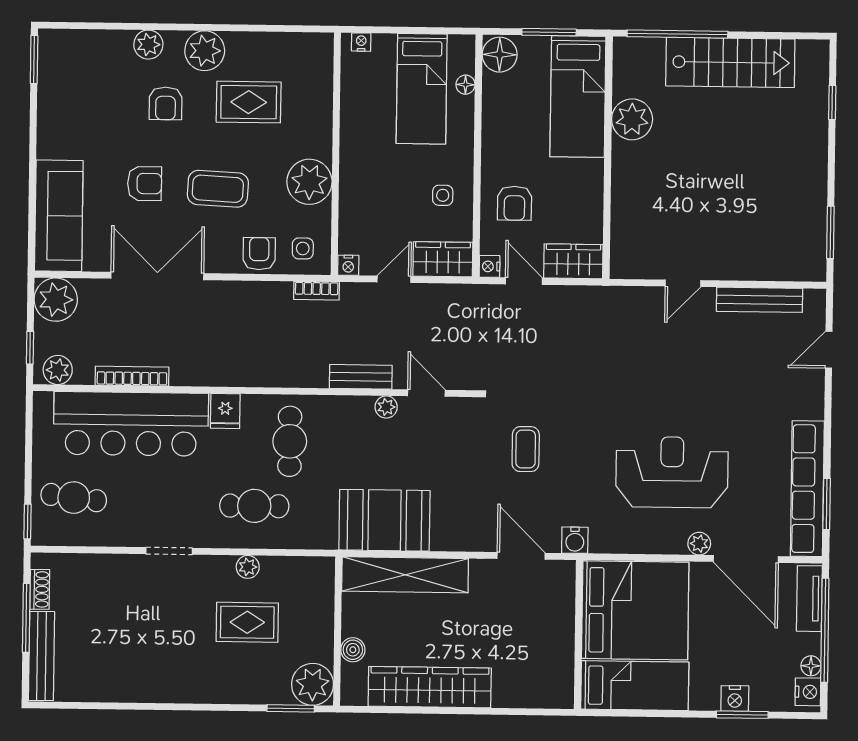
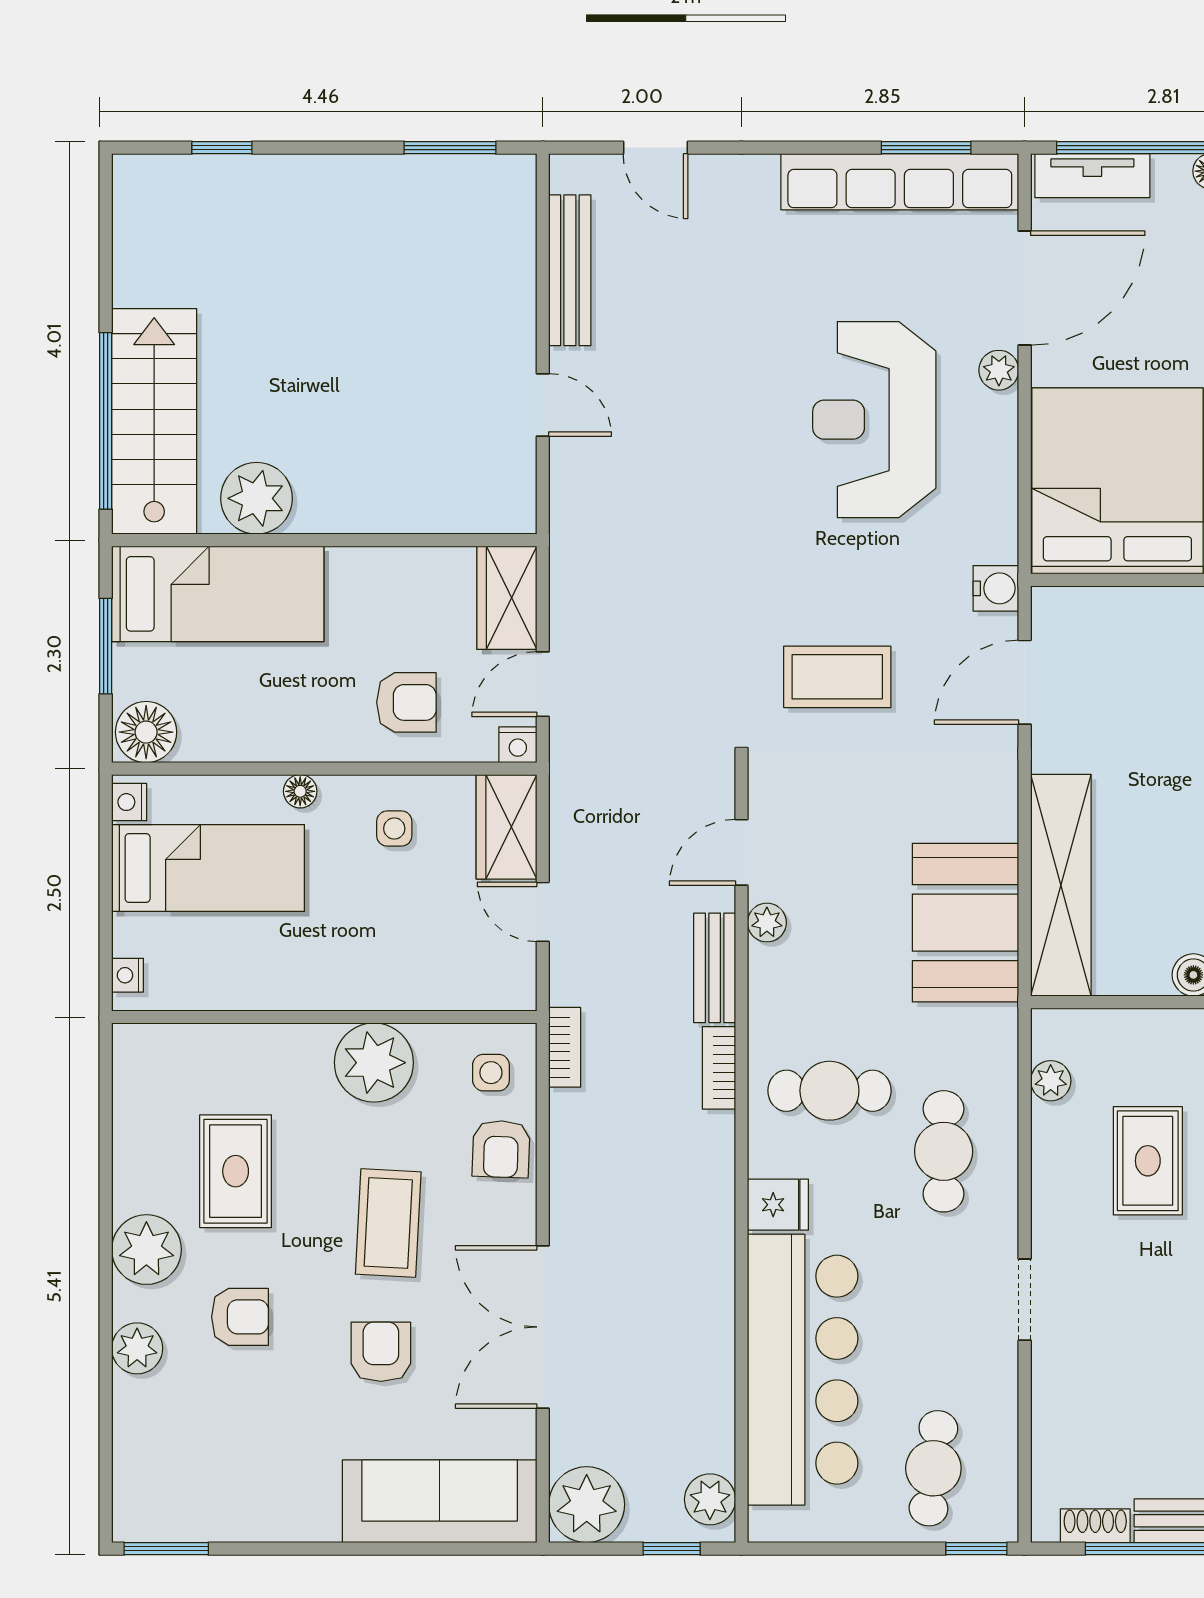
stairs: (730, 62) -> (154, 421), moved
floor lamp: (465, 85) -> (300, 791), moved
armchair: (259, 254) -> (501, 1149), turned -88
nightstand: (348, 265) -> (129, 802), moved, turned 180
bookcase: (132, 376) -> (719, 1068), moved, width x0.64
coffee table: (526, 449) -> (837, 677), width x1.36, depth x1.30
plant: (248, 567) -> (1051, 1081), moved

